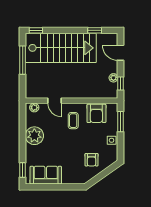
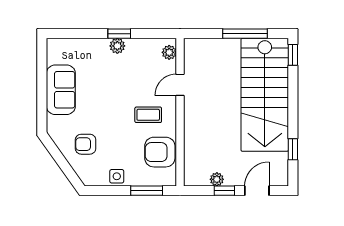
window: (121, 84) -> (224, 191), moved
plant: (34, 136) -> (117, 46), width x0.53, depth x0.53
window: (23, 170) -> (119, 34), moved
sofa: (46, 175) -> (61, 90), moved

